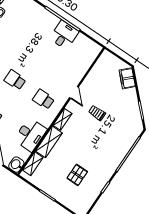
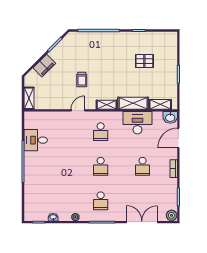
desk: (64, 35) -> (36, 140), moved
shelving: (111, 59) -> (29, 98), added
filing cabinet: (127, 78) -> (44, 66), moved

